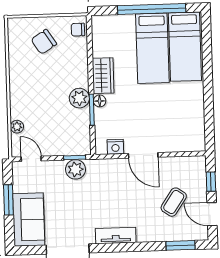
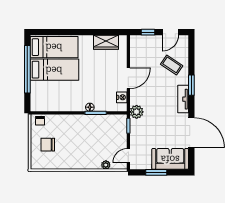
chair: (44, 42) -> (48, 145), turned 123
wardrobe: (103, 76) -> (106, 42), moved, turned 180
plant: (79, 98) -> (87, 121), removed
plant: (76, 169) -> (137, 112), moved
coffee table: (174, 202) -> (172, 65), moved
window: (181, 245) -> (191, 85), moved

